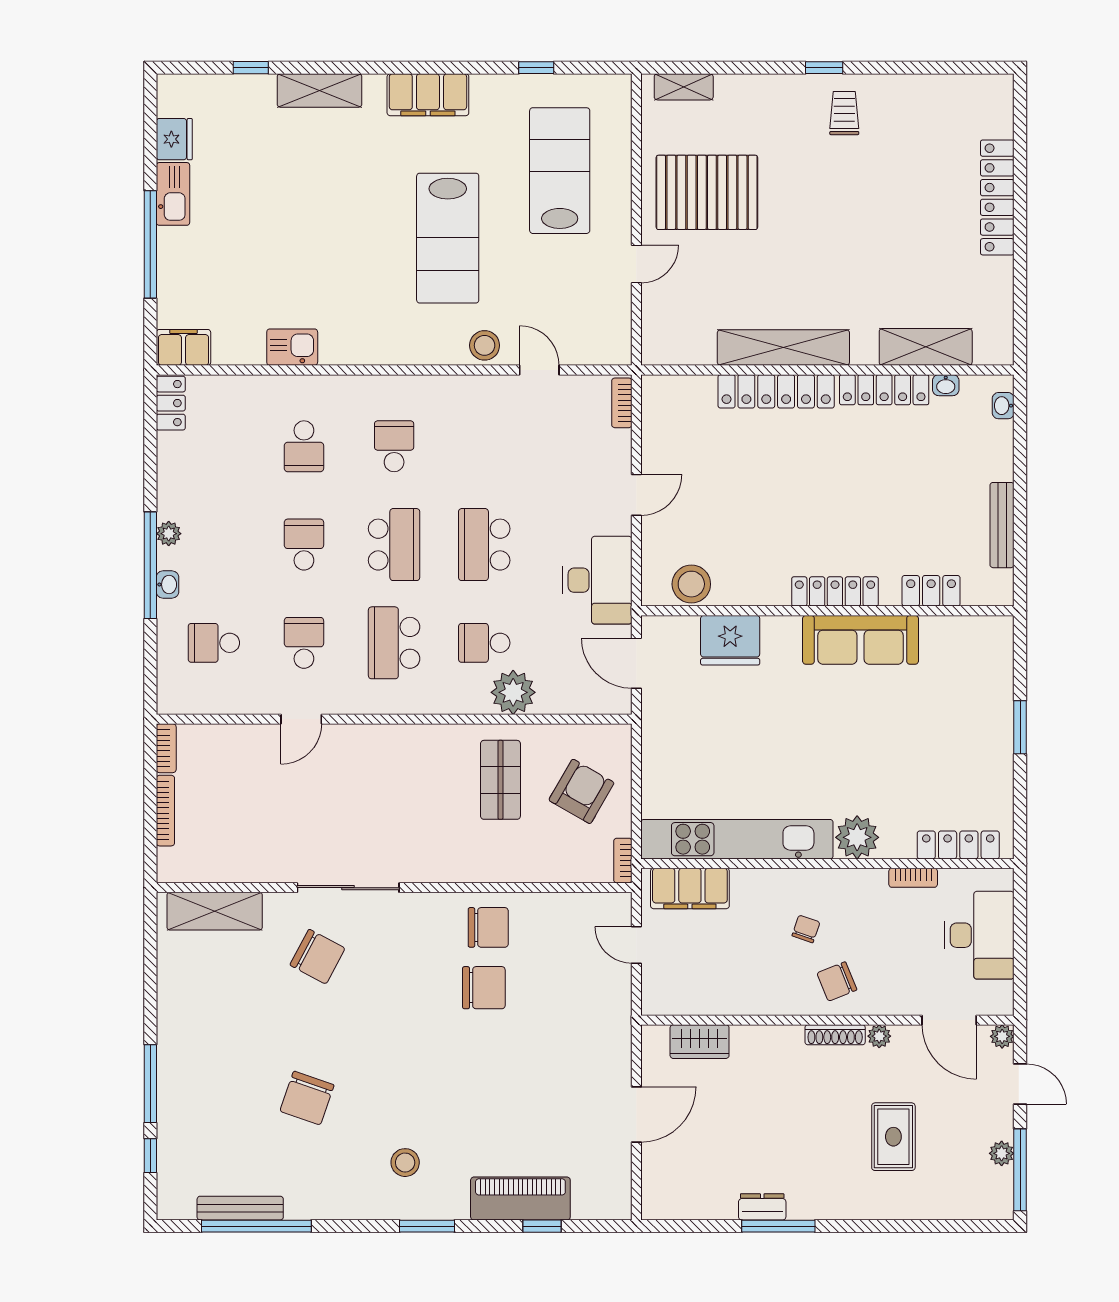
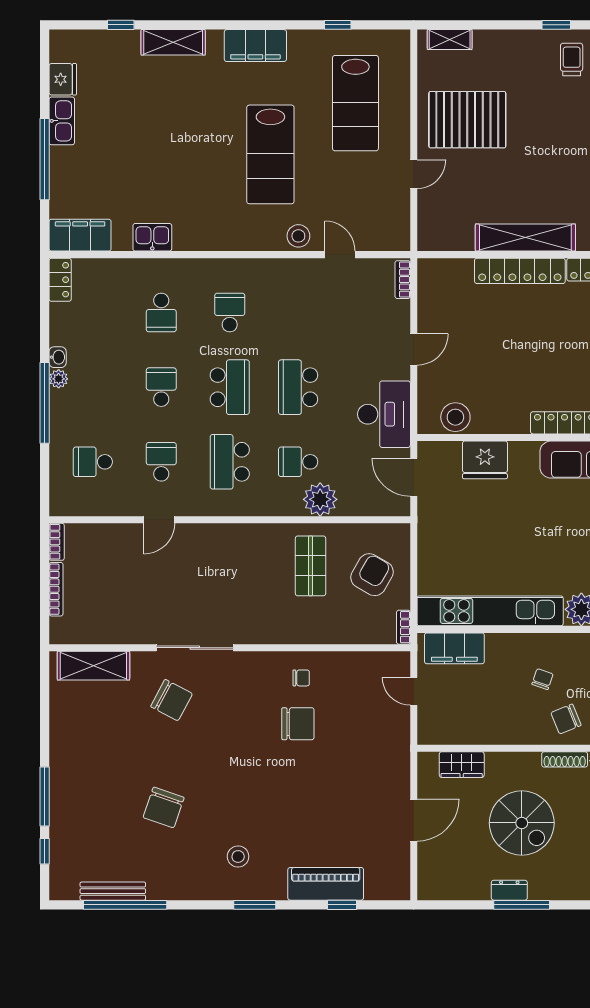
lab bench: (560, 171) -> (355, 103), turned 180
filing cabinet: (183, 347) -> (80, 235), width x1.50, depth x1.17
washbasin: (167, 585) -> (58, 357), moved
chair: (488, 927) -> (301, 678), width x0.54, depth x0.54
spiral stairs: (779, 1118) -> (522, 823), added

